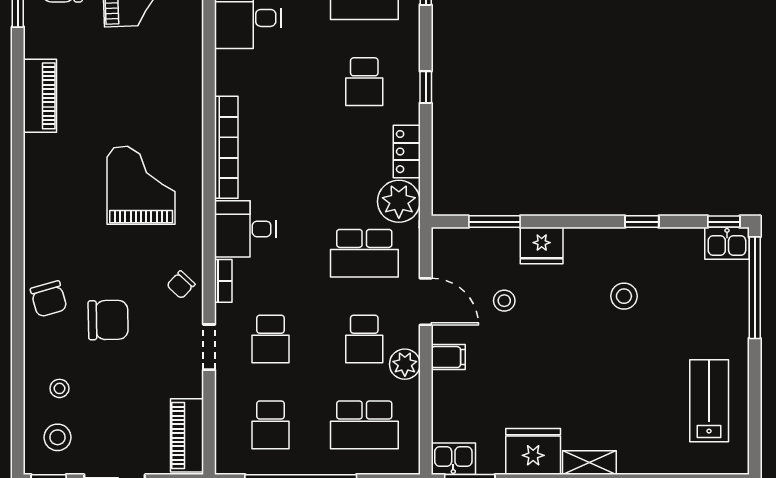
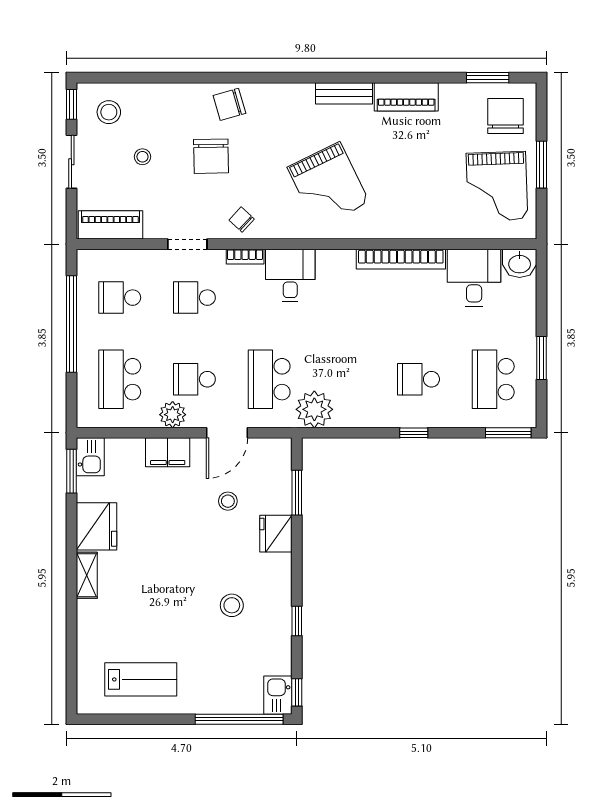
bookcase: (226, 147) -> (401, 259), moved
locker: (407, 152) -> (358, 416), removed
bench: (36, 167) -> (344, 93), added
grand piano: (141, 185) -> (328, 185), turned 64
filing cabinet: (448, 357) -> (168, 452), width x2.00
stool: (59, 388) -> (142, 157), moved

